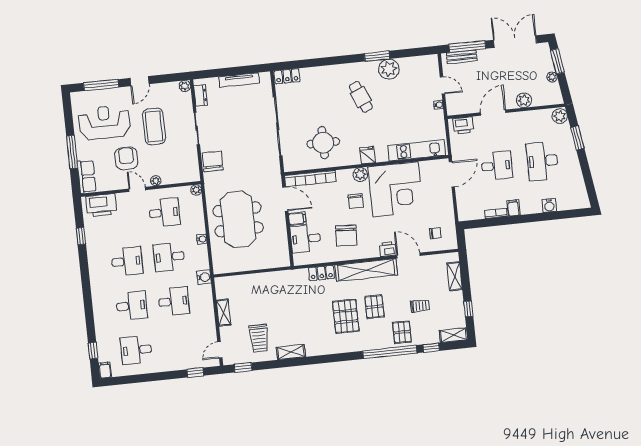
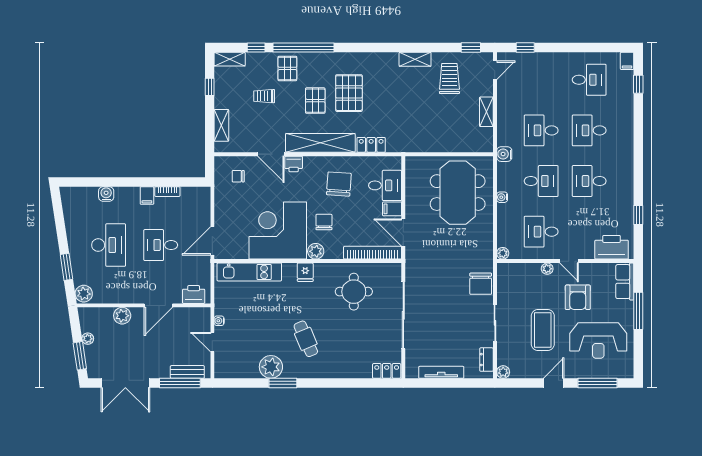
meeting table: (238, 219) -> (458, 193), moved

